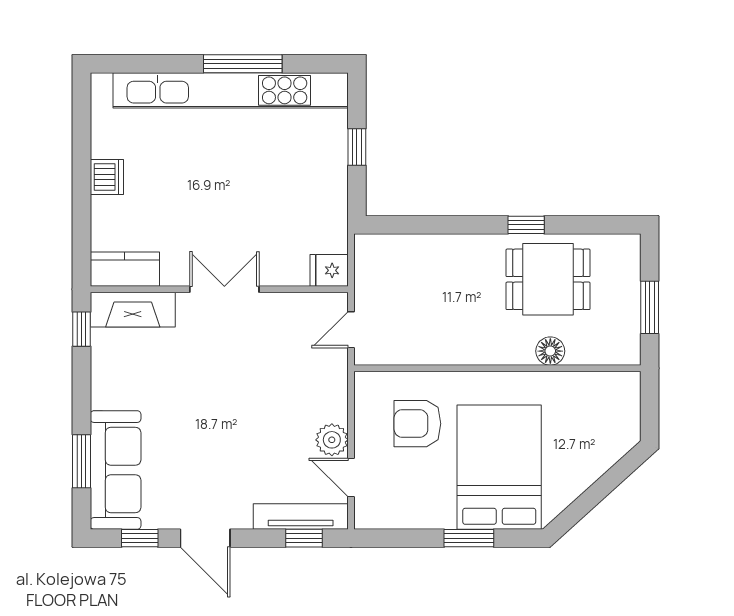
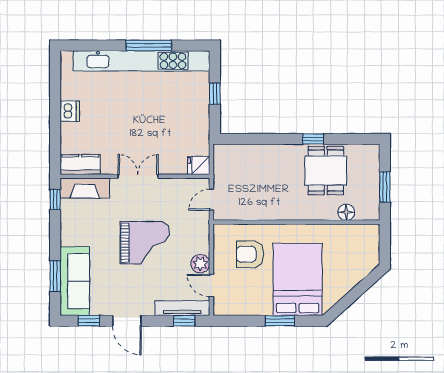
dining table: (548, 279) -> (326, 171), turned 90
floor lamp: (550, 351) -> (346, 212), moved
grand piano: (236, 404) -> (145, 243), added

